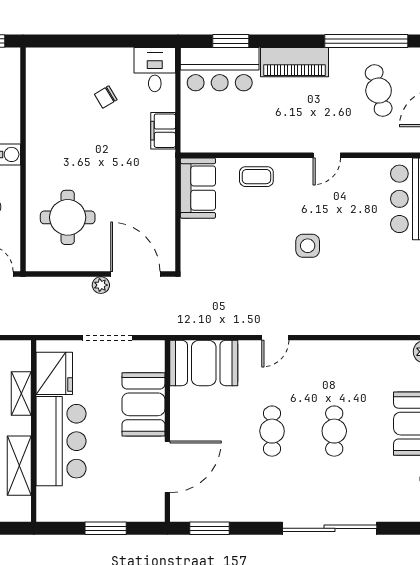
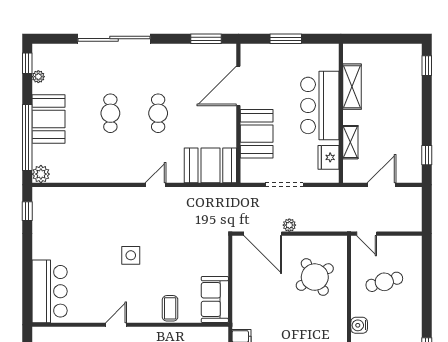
coffee table: (256, 177) -> (170, 308), turned 90
round table: (68, 217) -> (315, 277), turned -32
fridge: (54, 373) -> (329, 157), width x0.73, depth x0.75

